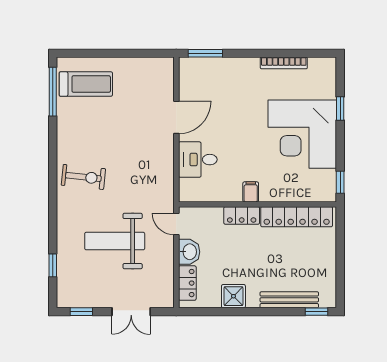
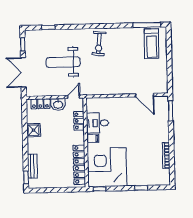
door: (176, 117) -> (145, 95), moved
corner desk: (302, 134) -> (107, 167), moved
desk: (198, 160) -> (97, 123), moved, turned -90
locker: (242, 215) -> (79, 121), moved
weight bench: (115, 241) -> (63, 62), turned -90
bench: (289, 300) -> (32, 166), width x0.73
double door: (131, 312) -> (23, 72), width x1.37

